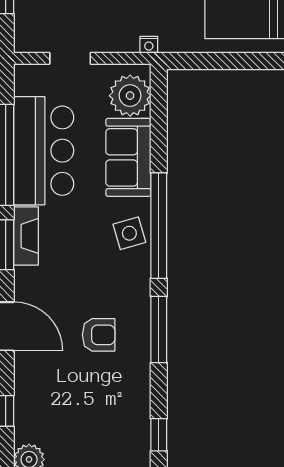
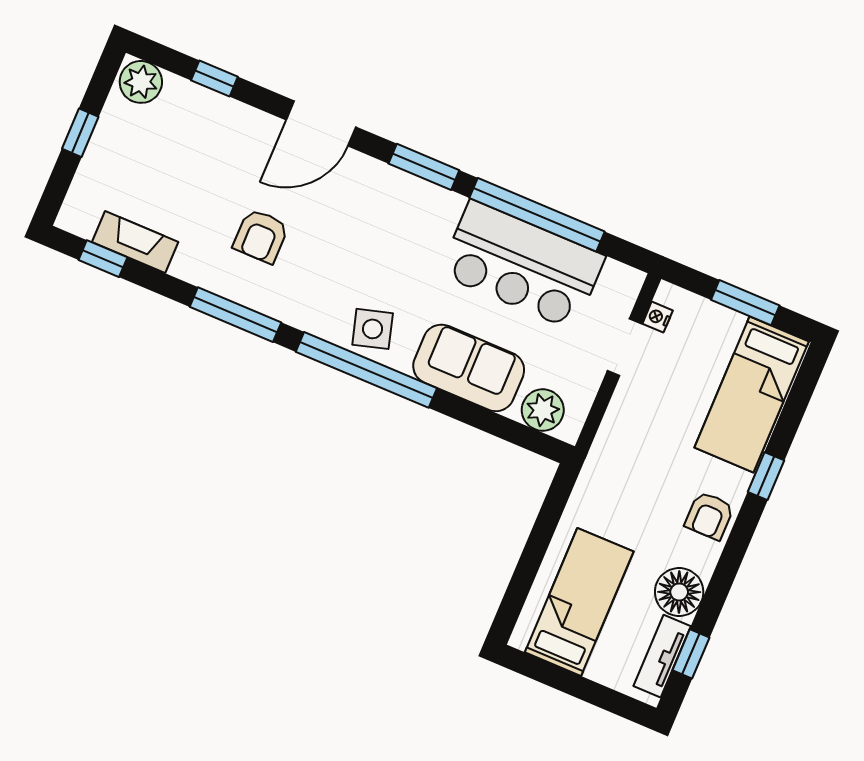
nightstand: (149, 45) -> (658, 317), moved
plant: (130, 96) -> (543, 410), width x0.73, depth x0.73
fireplace: (26, 236) -> (135, 242), moved, turned 180

